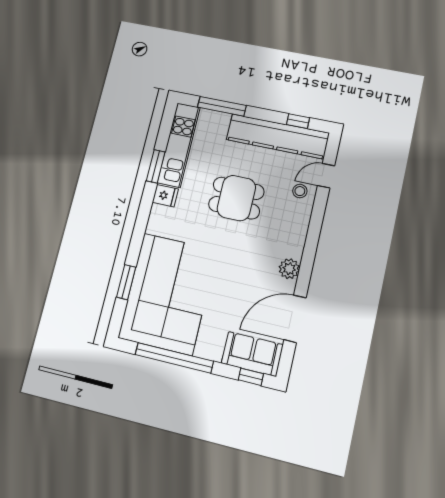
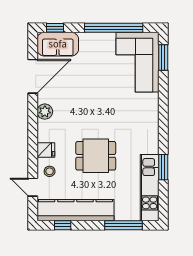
door: (326, 176) -> (33, 187), swing flipped
fridge: (165, 196) -> (46, 150), moved, turned 180
window: (126, 282) -> (163, 58), moved
corner sofa: (168, 294) -> (138, 62), width x0.73, depth x0.74

